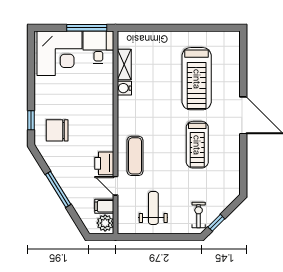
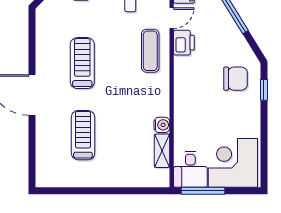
treadmill: (197, 79) -> (83, 135), width x0.73, depth x0.73
door: (116, 186) -> (172, 18), hinge flipped

